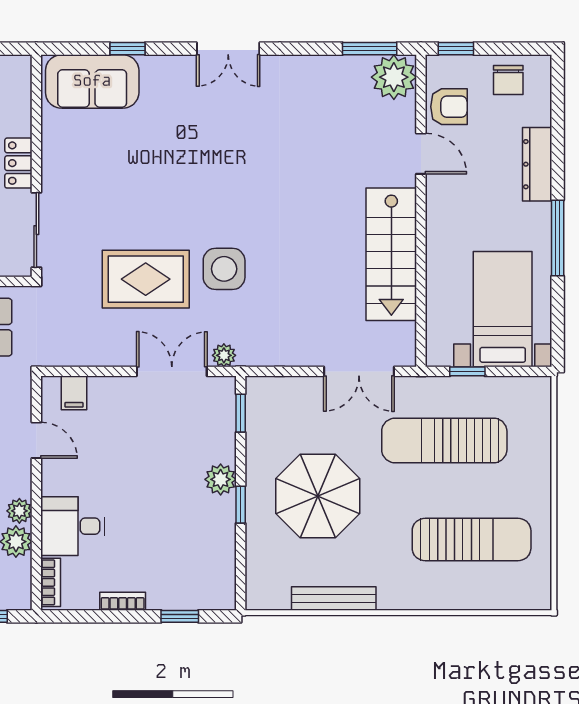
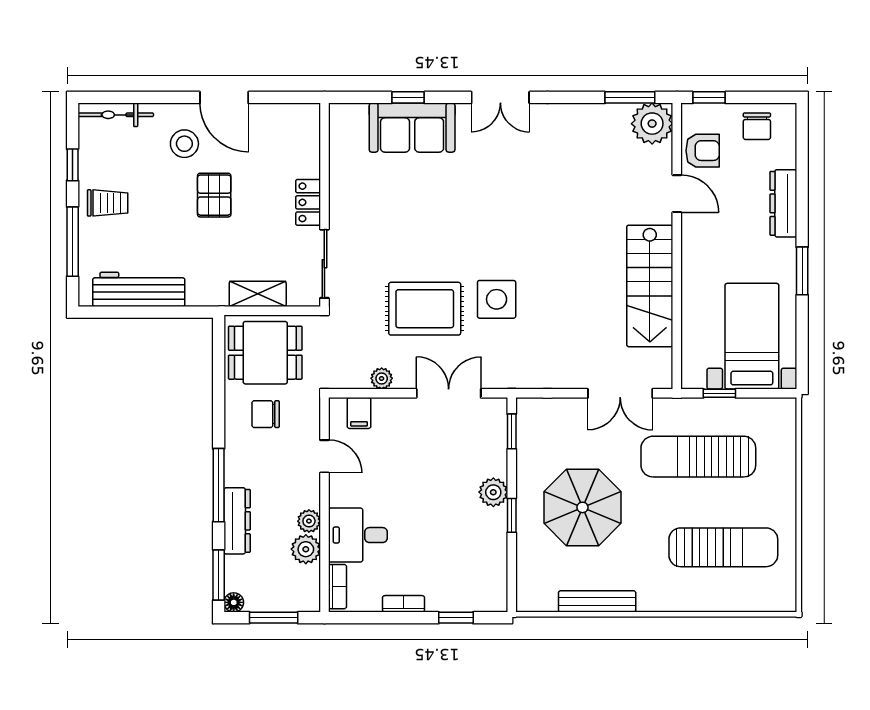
sofa: (92, 81) -> (412, 128), moved
window: (558, 238) -> (802, 271), width x0.69
plant: (224, 355) -> (382, 378), moved

